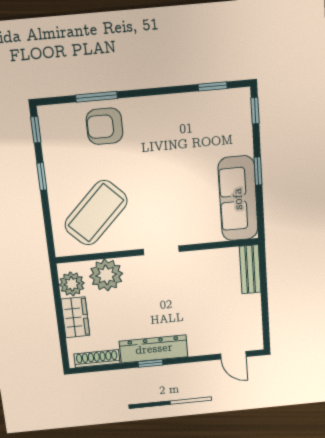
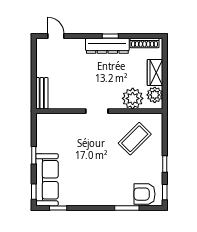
armchair: (105, 126) -> (144, 194), moved, turned 180
sofa: (238, 199) -> (47, 180), moved
coffee table: (96, 213) -> (135, 139), width x0.73, depth x0.76

